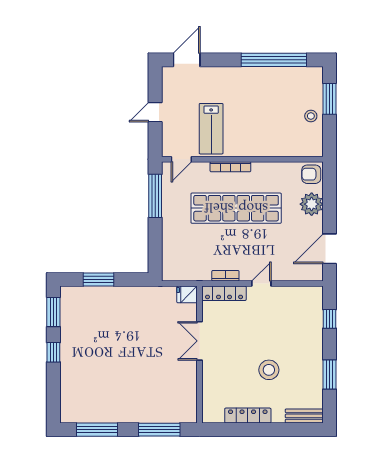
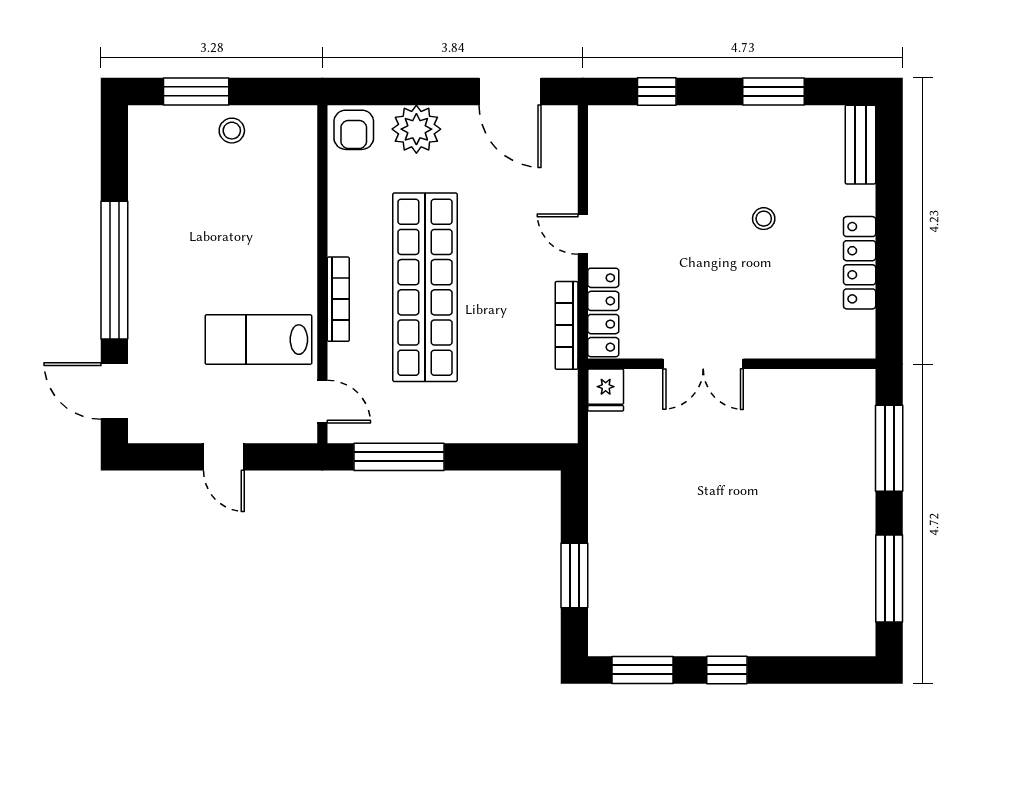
window: (274, 60) -> (114, 270), moved
lab bench: (211, 129) -> (258, 340), turned 180
bookcase: (225, 276) -> (567, 325), width x1.56
stool: (269, 370) -> (764, 219), width x0.53, depth x0.53

